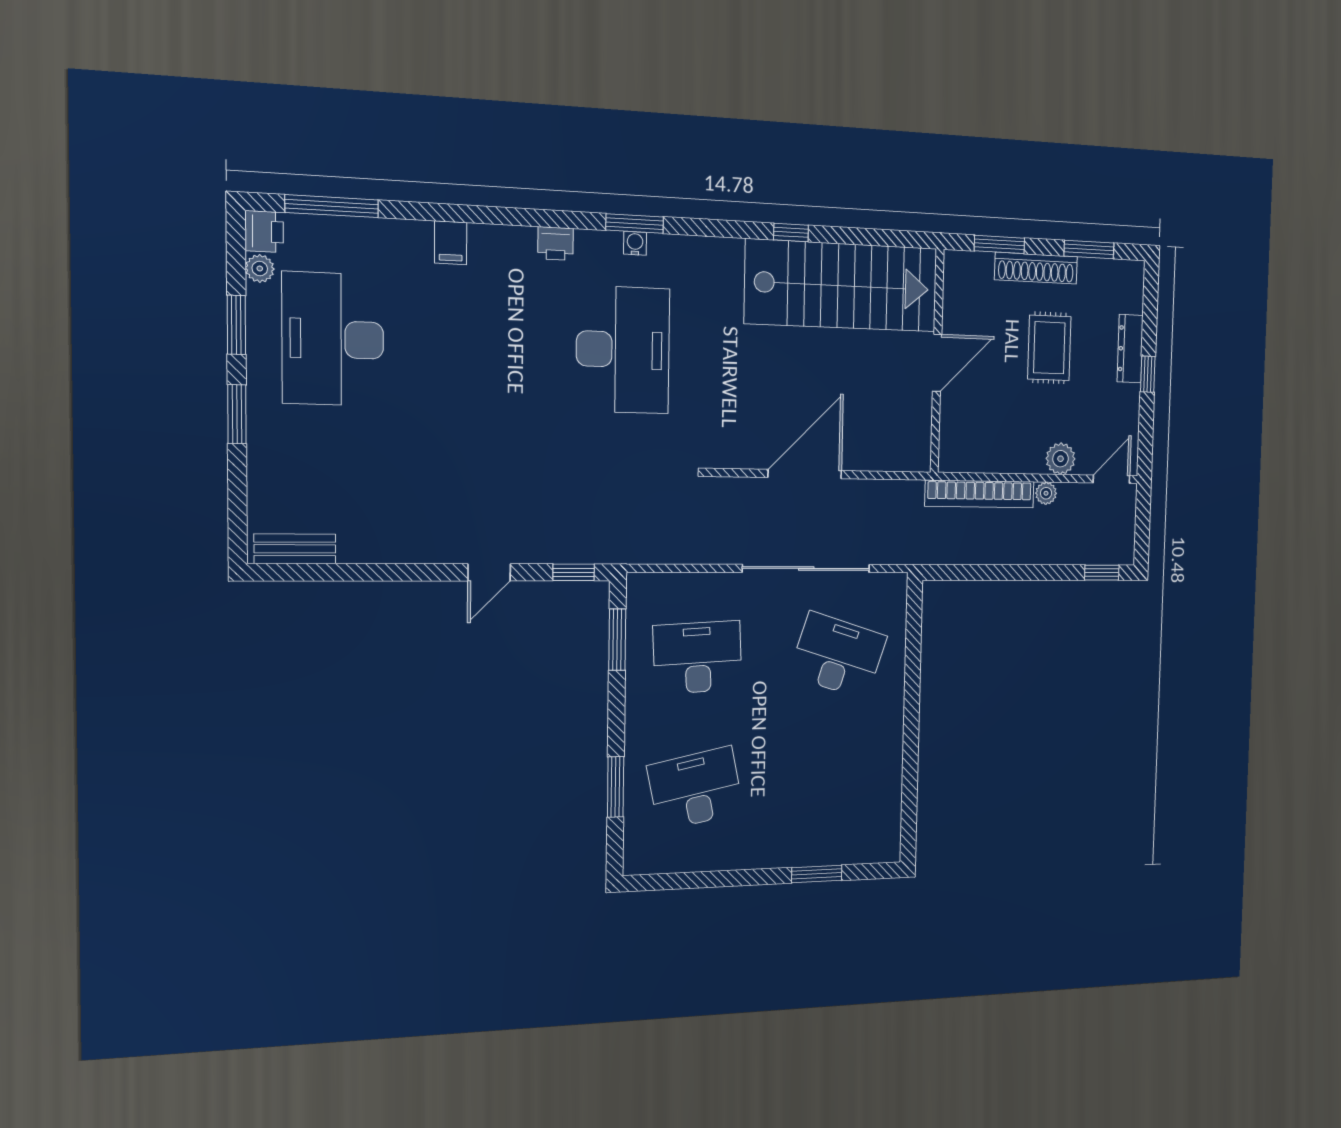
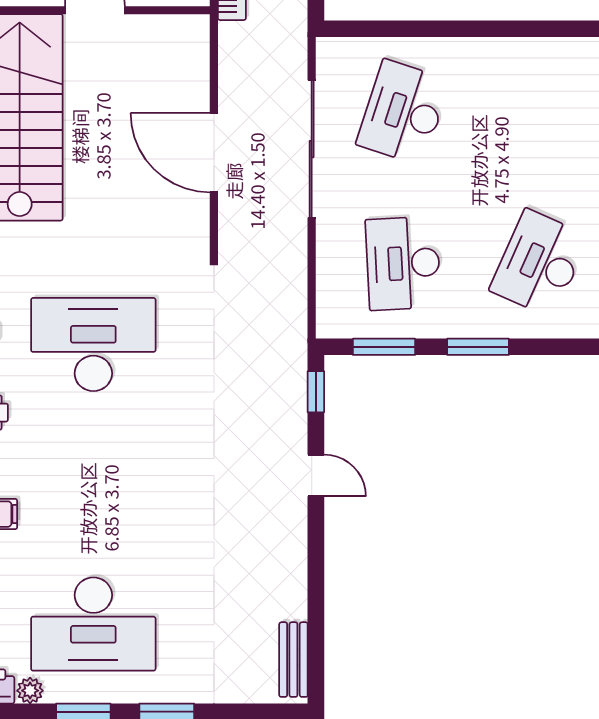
window: (616, 787) -> (478, 347), moved
desk: (696, 789) -> (539, 263), turned 36

